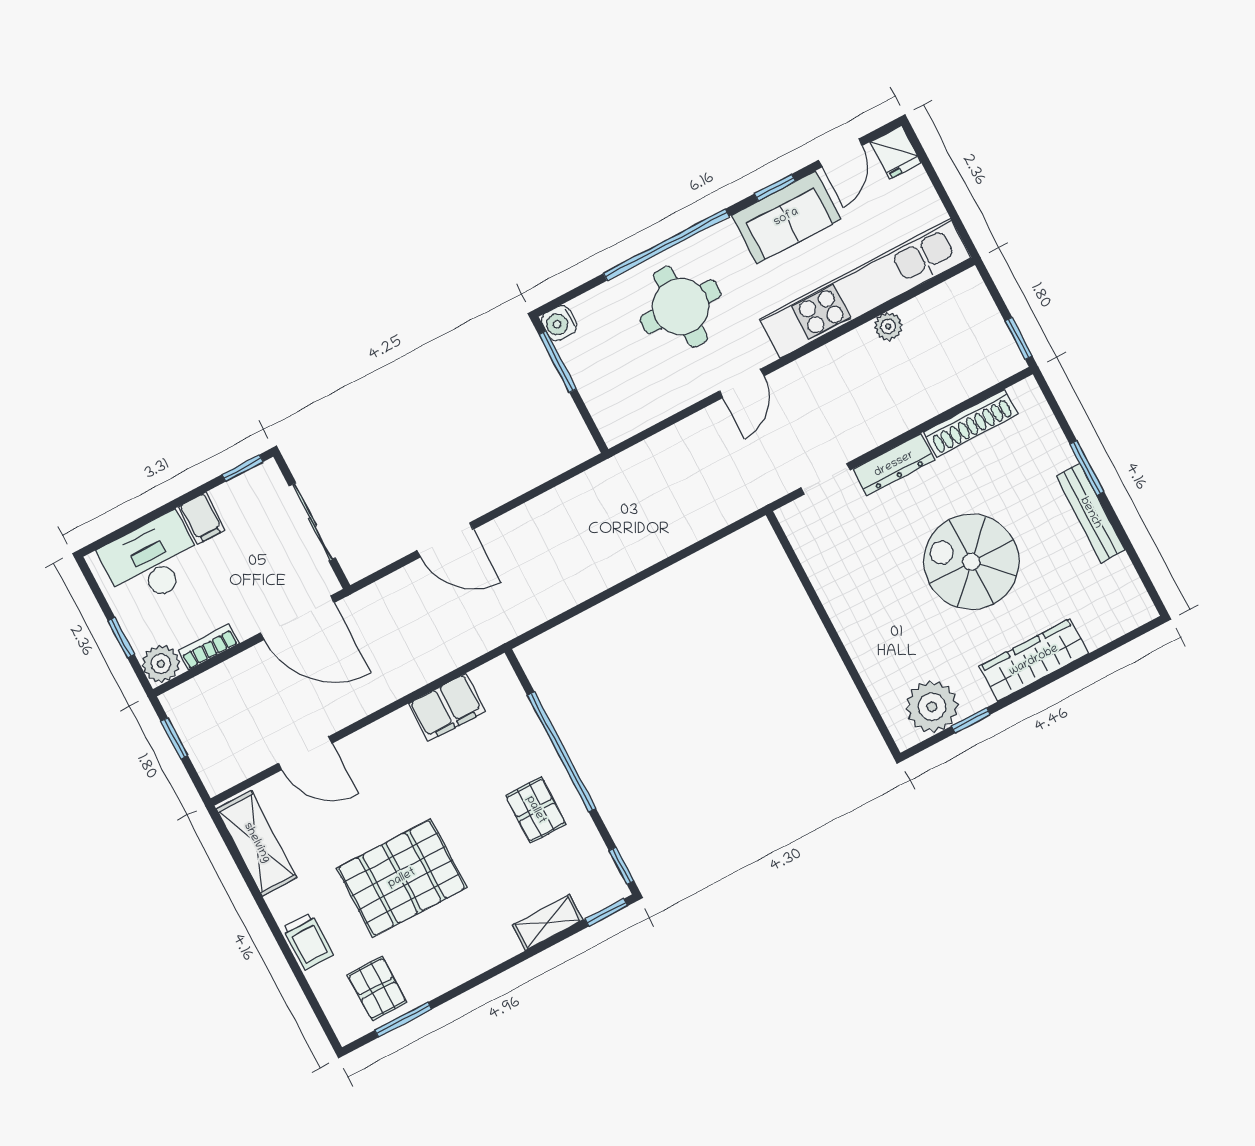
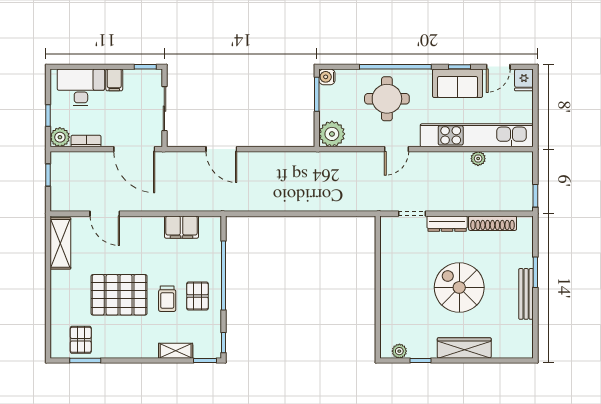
plant: (619, 415) -> (332, 134), added
plant: (932, 707) -> (399, 351), width x0.53, depth x0.53
trolley: (308, 941) -> (167, 299), moved

